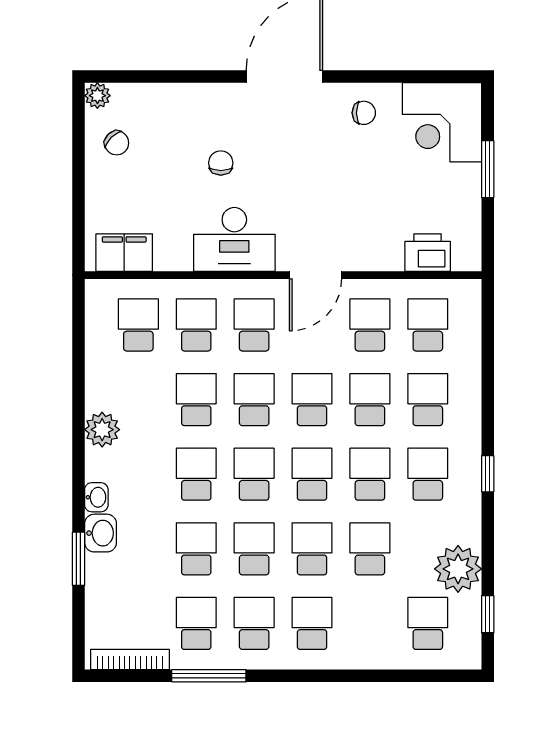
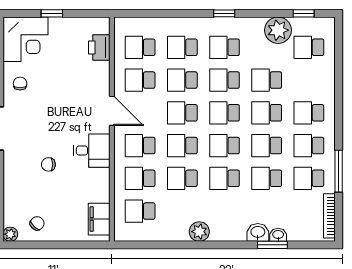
window: (488, 169) -> (52, 13), width x0.67
desk: (234, 239) -> (92, 151), width x0.73
washbasin: (96, 497) -> (278, 235), moved

